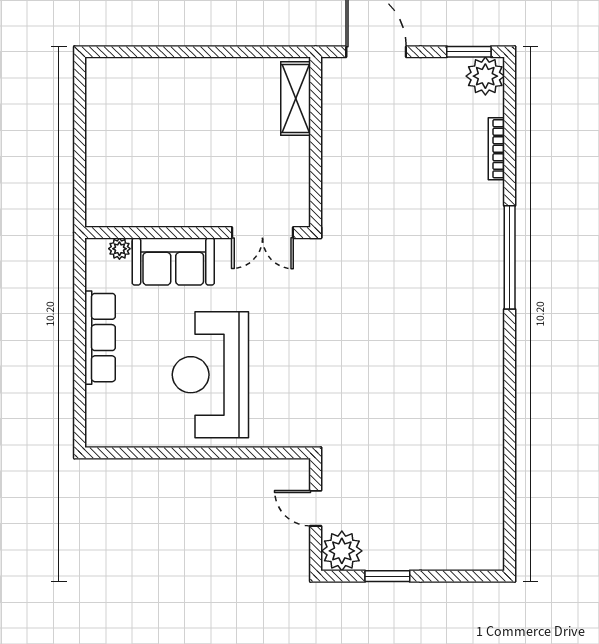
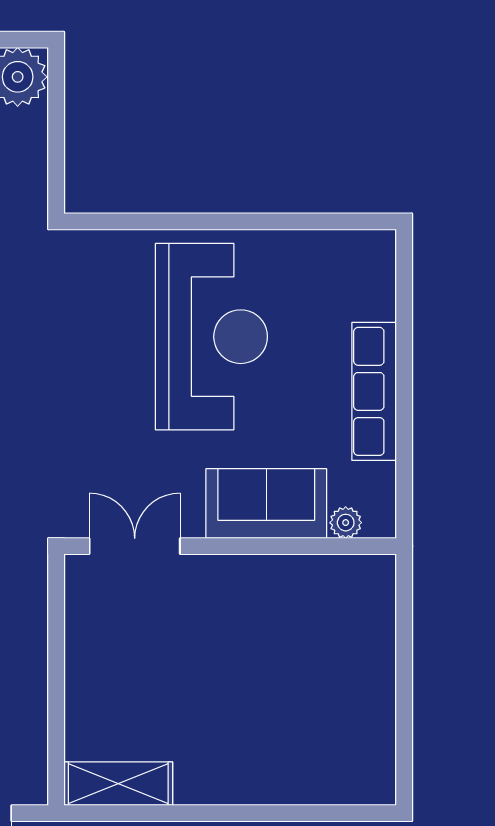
shelving: (296, 99) -> (118, 784), moved, turned 90
door: (316, 508) -> (56, 140), removed

